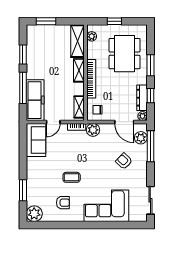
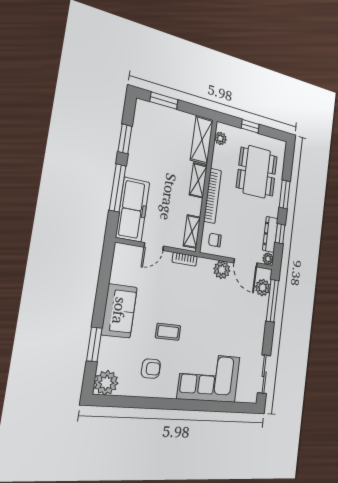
plant: (93, 130) -> (222, 270), moved
sofa: (36, 140) -> (119, 311), moved
armchair: (124, 161) -> (239, 317), removed

